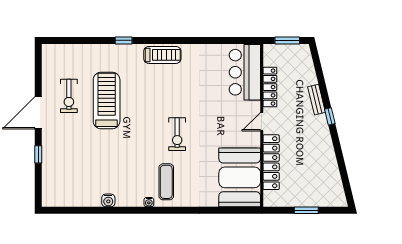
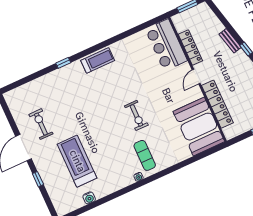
exercise bike: (69, 96) -> (41, 124), turned 180
treadmill: (107, 100) -> (77, 161), moved
water cooler: (108, 200) -> (89, 198), moved

